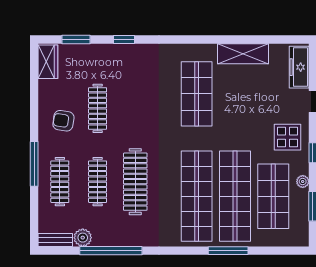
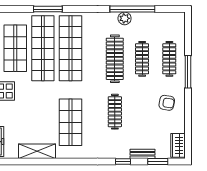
clothes rail: (98, 108) -> (115, 112), moved
plant: (83, 238) -> (125, 18), moved
bench: (55, 240) -> (142, 154), moved

